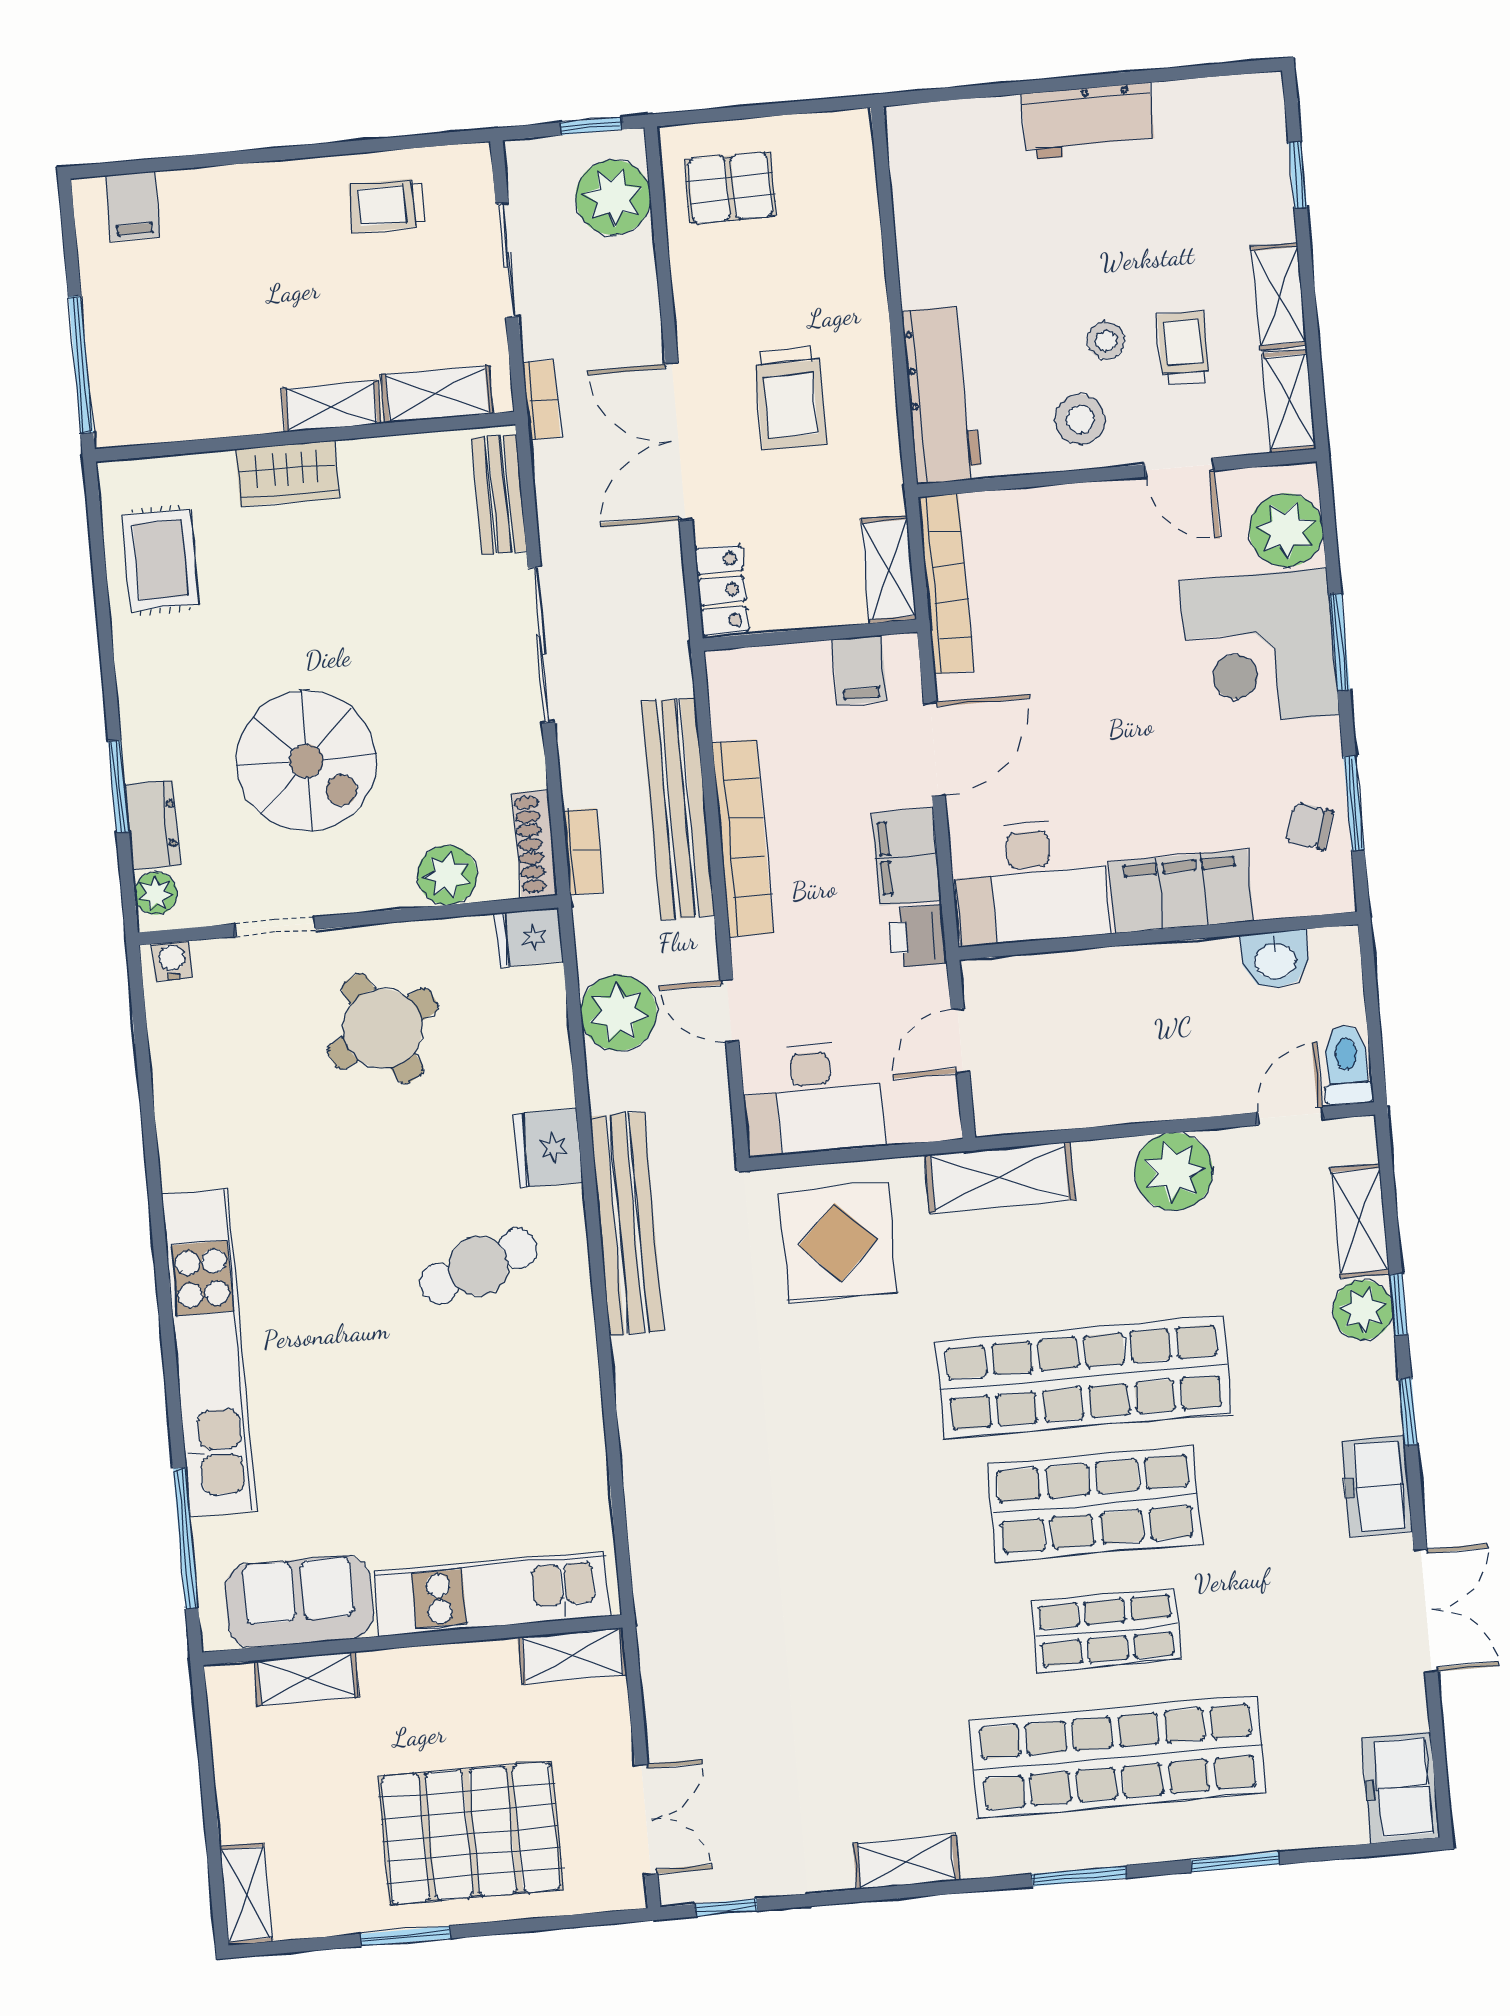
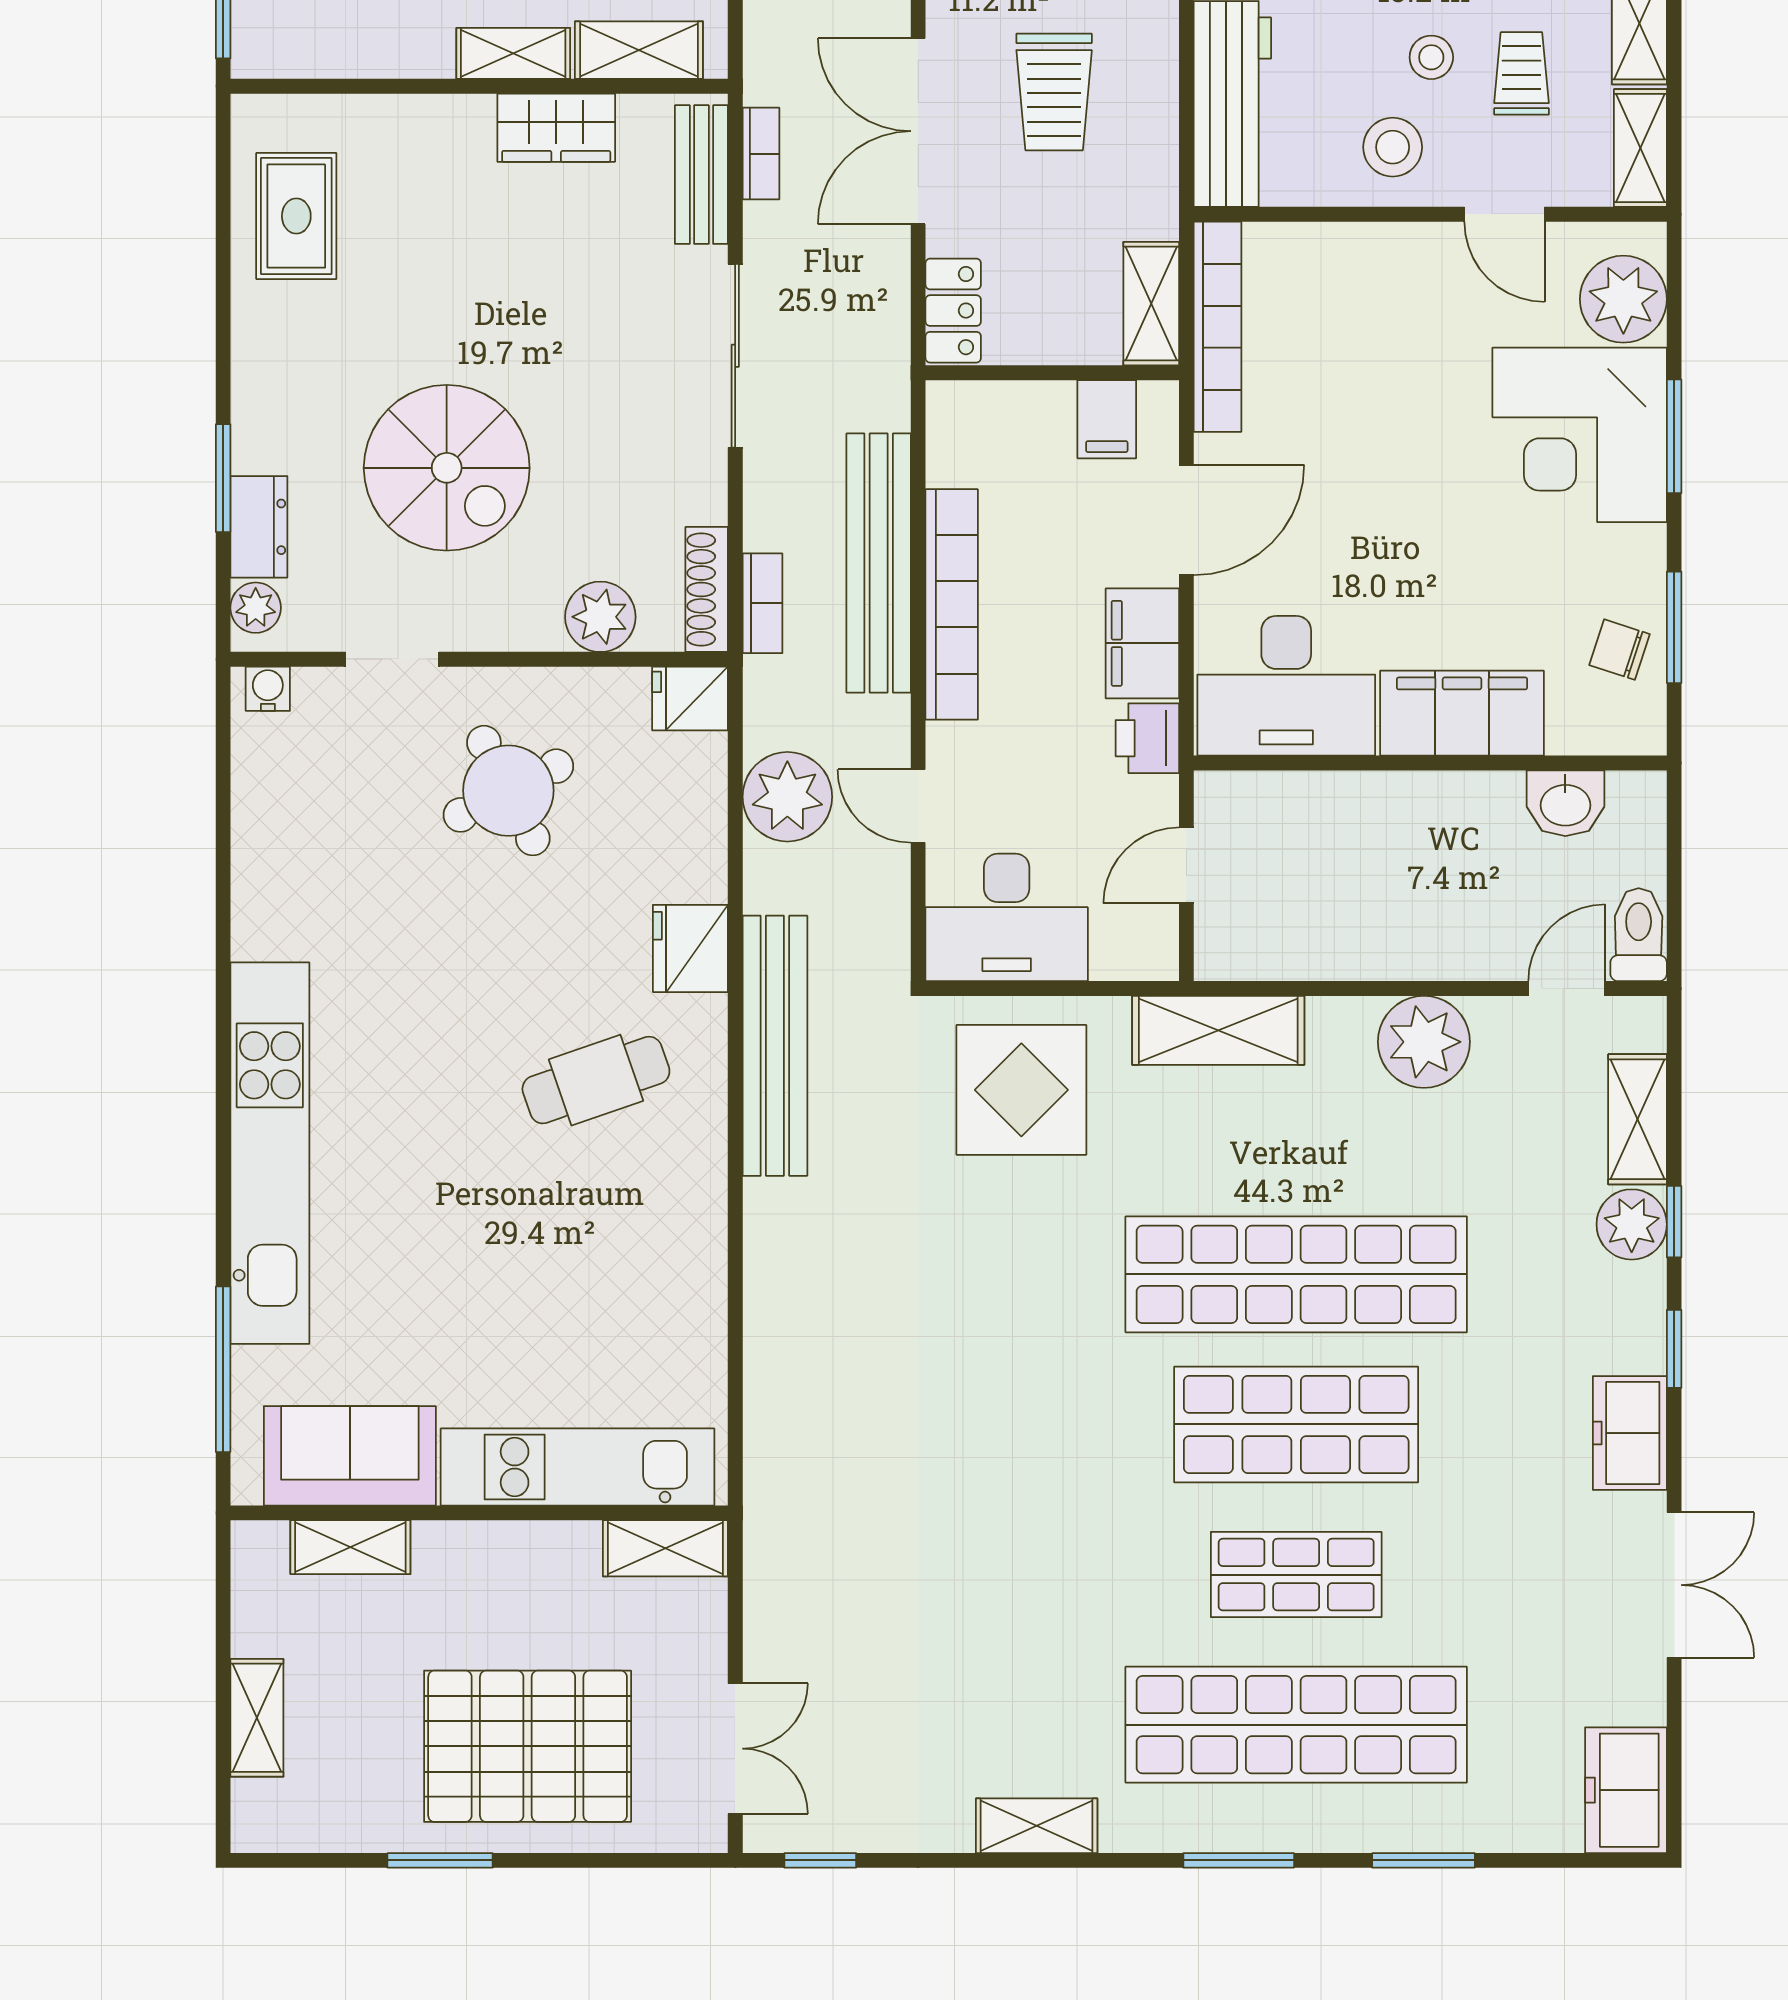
bookcase: (541, 400) -> (761, 154), moved
wardrobe: (288, 473) -> (556, 128), moved
shelving: (246, 1894) -> (257, 1718), moved

